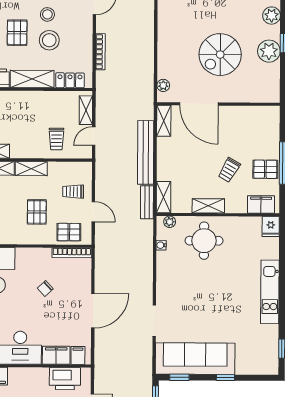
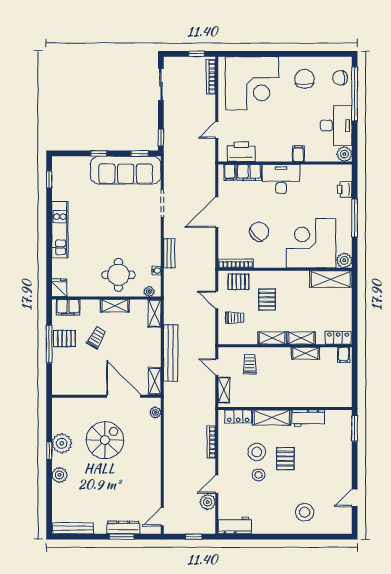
door: (94, 136) -> (217, 367), swing flipped
bench: (147, 202) -> (169, 253), moved
chair: (45, 288) -> (259, 232), width x1.87, depth x1.87

